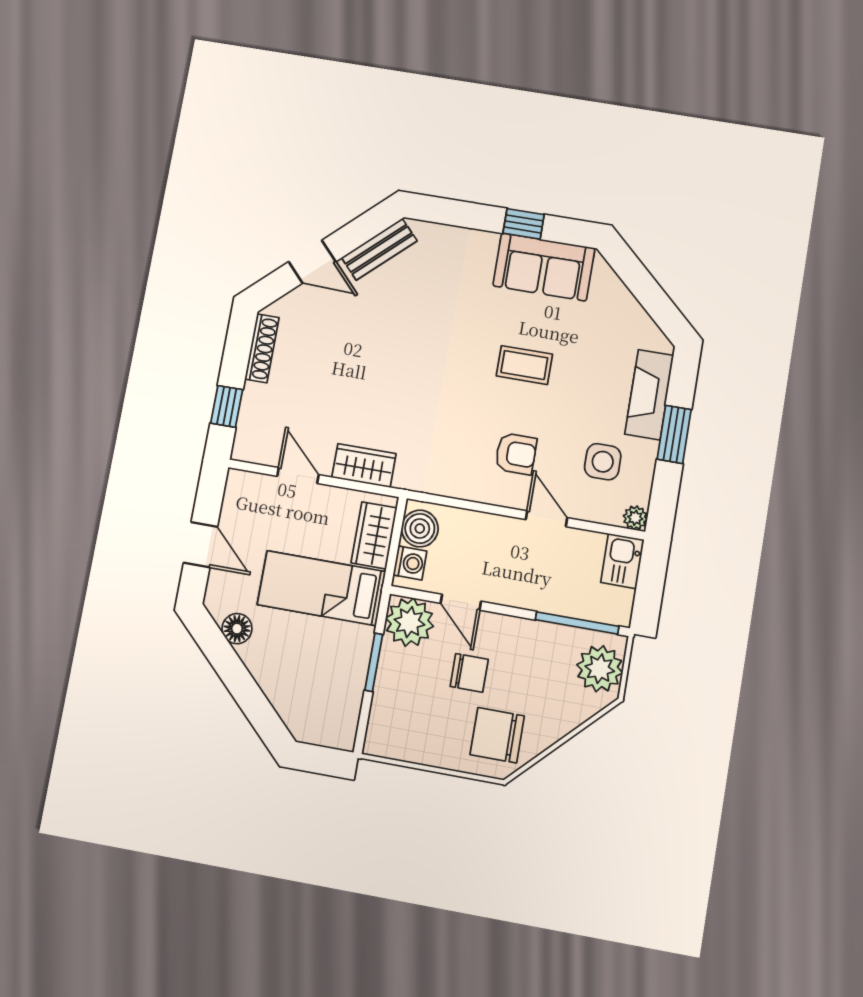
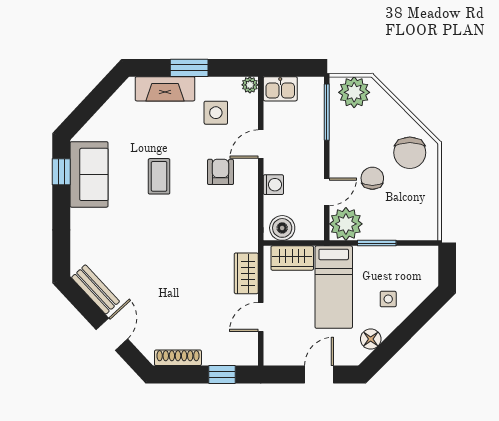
window: (524, 224) -> (61, 172), moved
washing machine: (410, 563) -> (273, 185), moved, turned 90
side table: (290, 665) -> (388, 299), added

